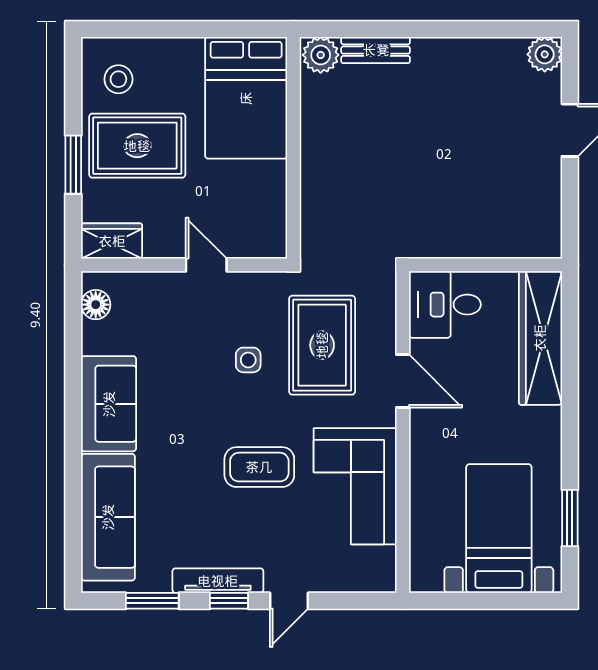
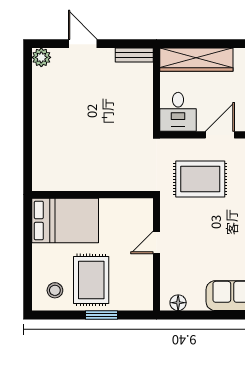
bench: (376, 50) -> (134, 55), moved, turned 90
plant: (321, 55) -> (42, 180), removed
wardrobe: (112, 241) -> (143, 294), removed
side table: (248, 360) -> (208, 219), removed

